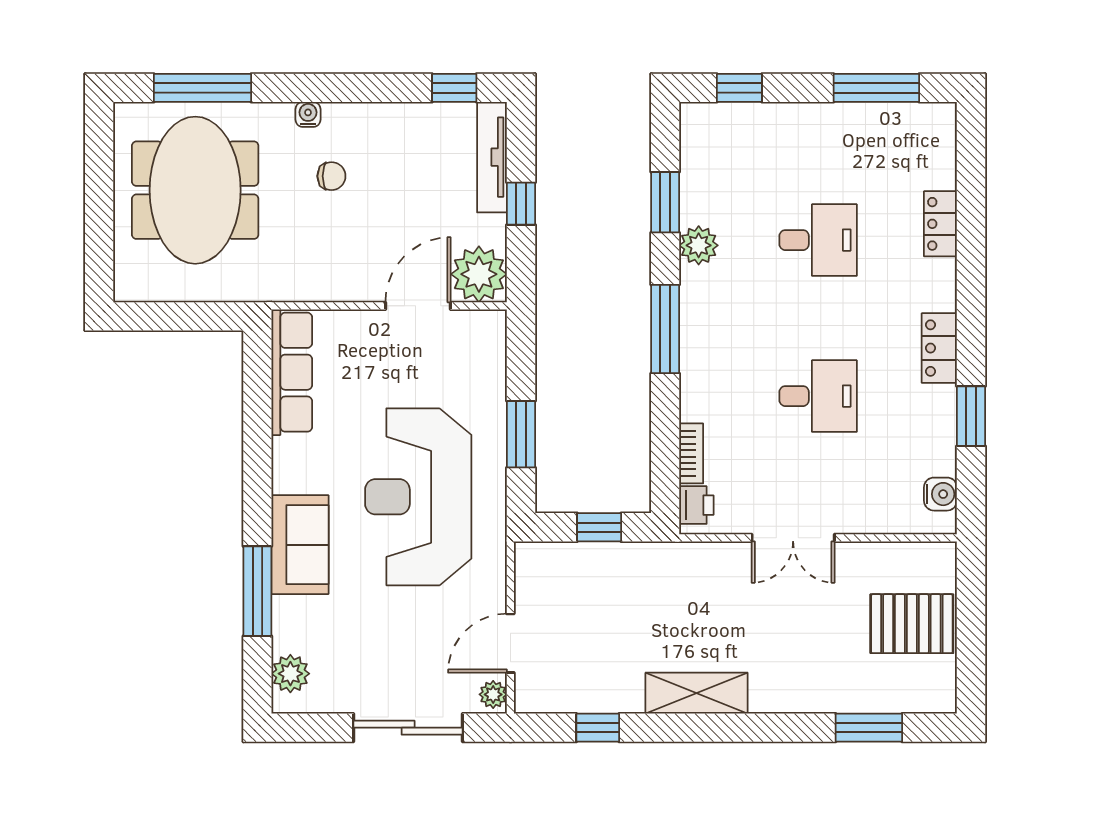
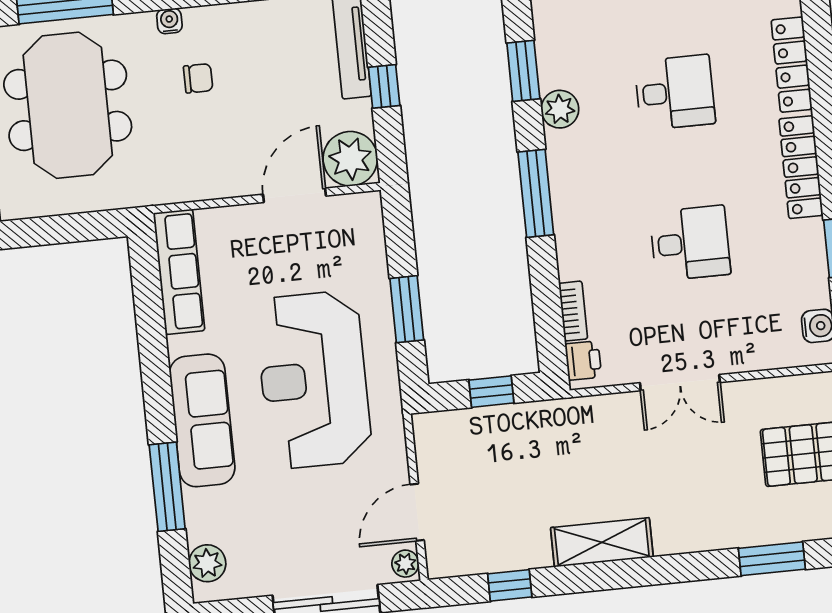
locker: (940, 224) -> (792, 65), width x1.53
locker: (939, 348) -> (801, 167), width x1.53
sofa: (300, 545) -> (202, 420), width x1.36

